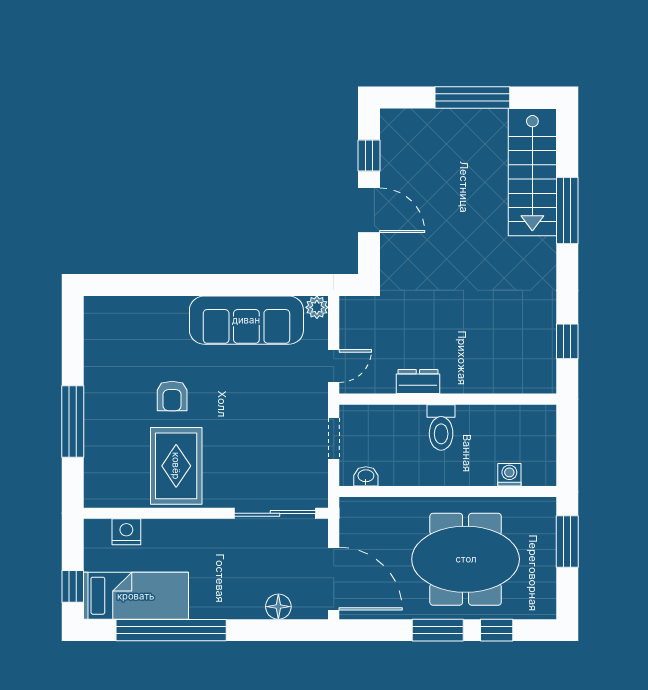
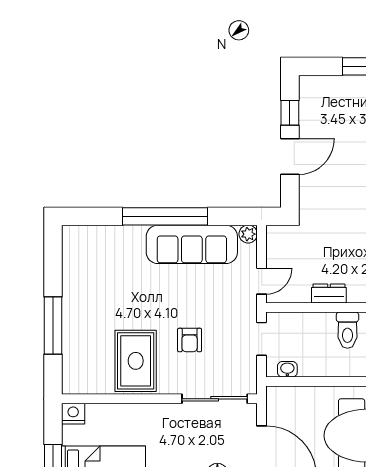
door: (369, 210) -> (290, 157), hinge flipped
window: (213, 285) -> (165, 216), added
armchair: (172, 396) -> (190, 340), moved
nightstand: (126, 532) -> (73, 414), moved

